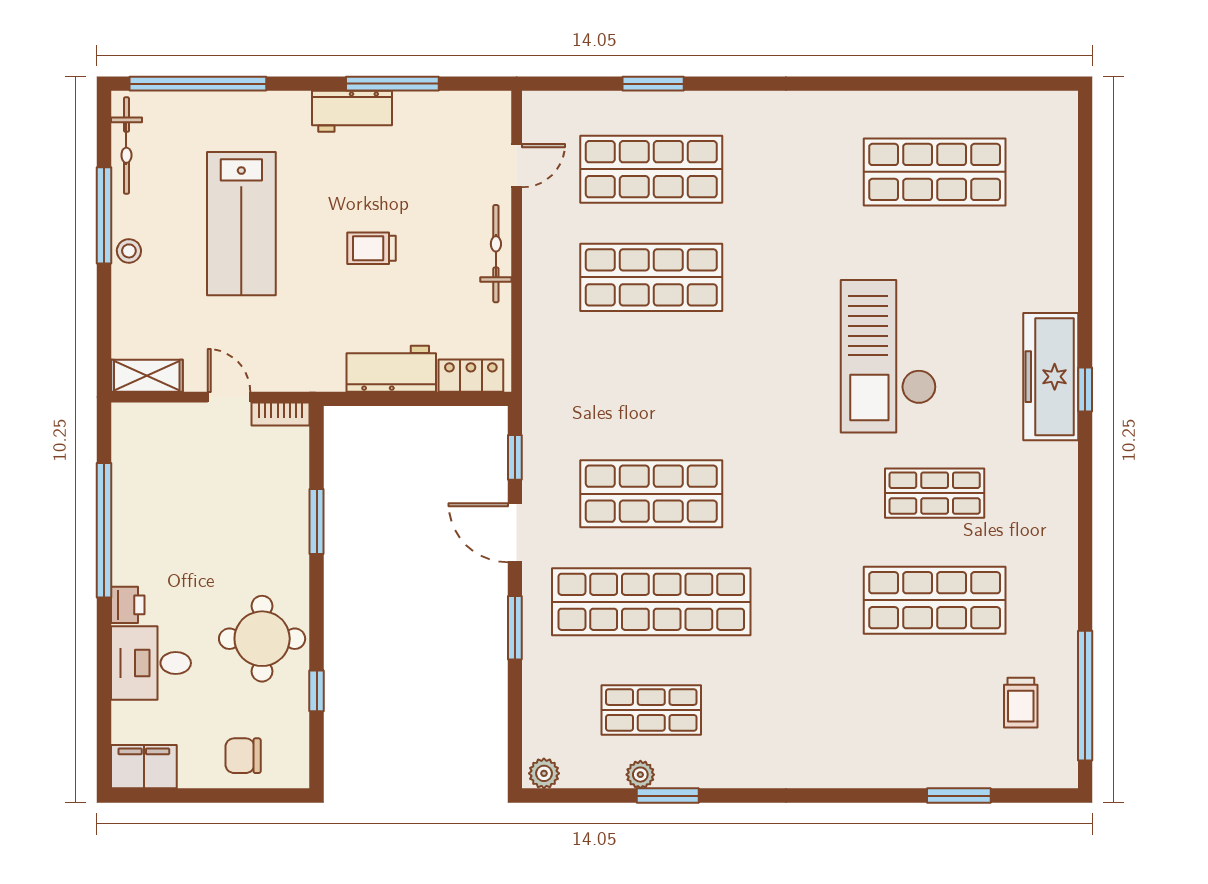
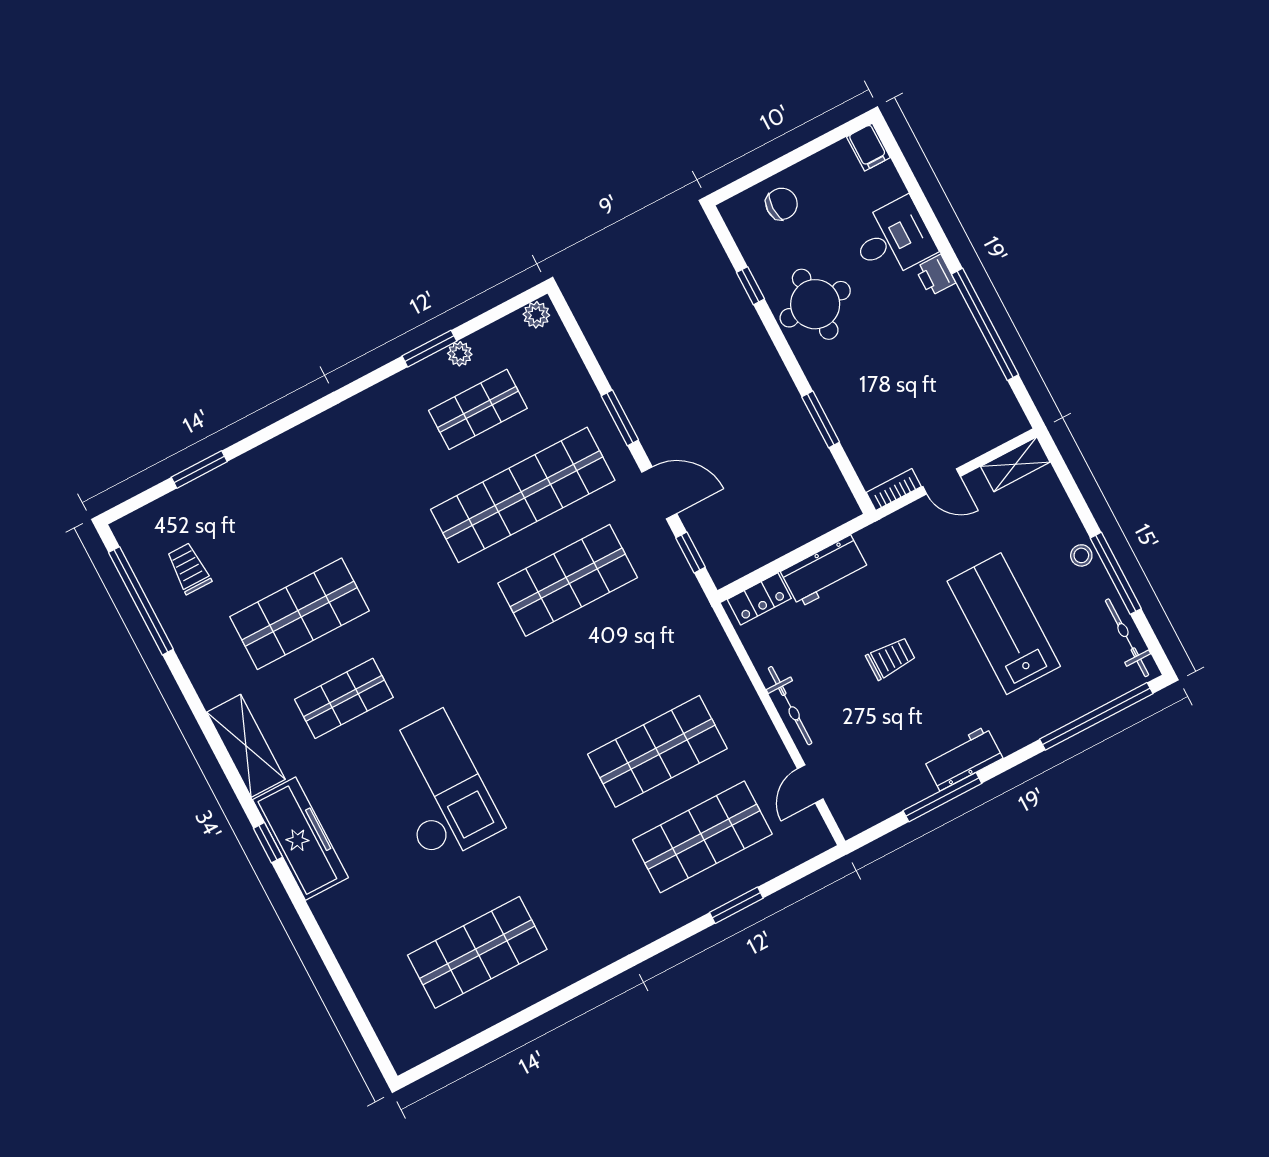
shelving: (1056, 497) -> (246, 746), added
filing cabinet: (144, 767) -> (868, 147), width x0.50

